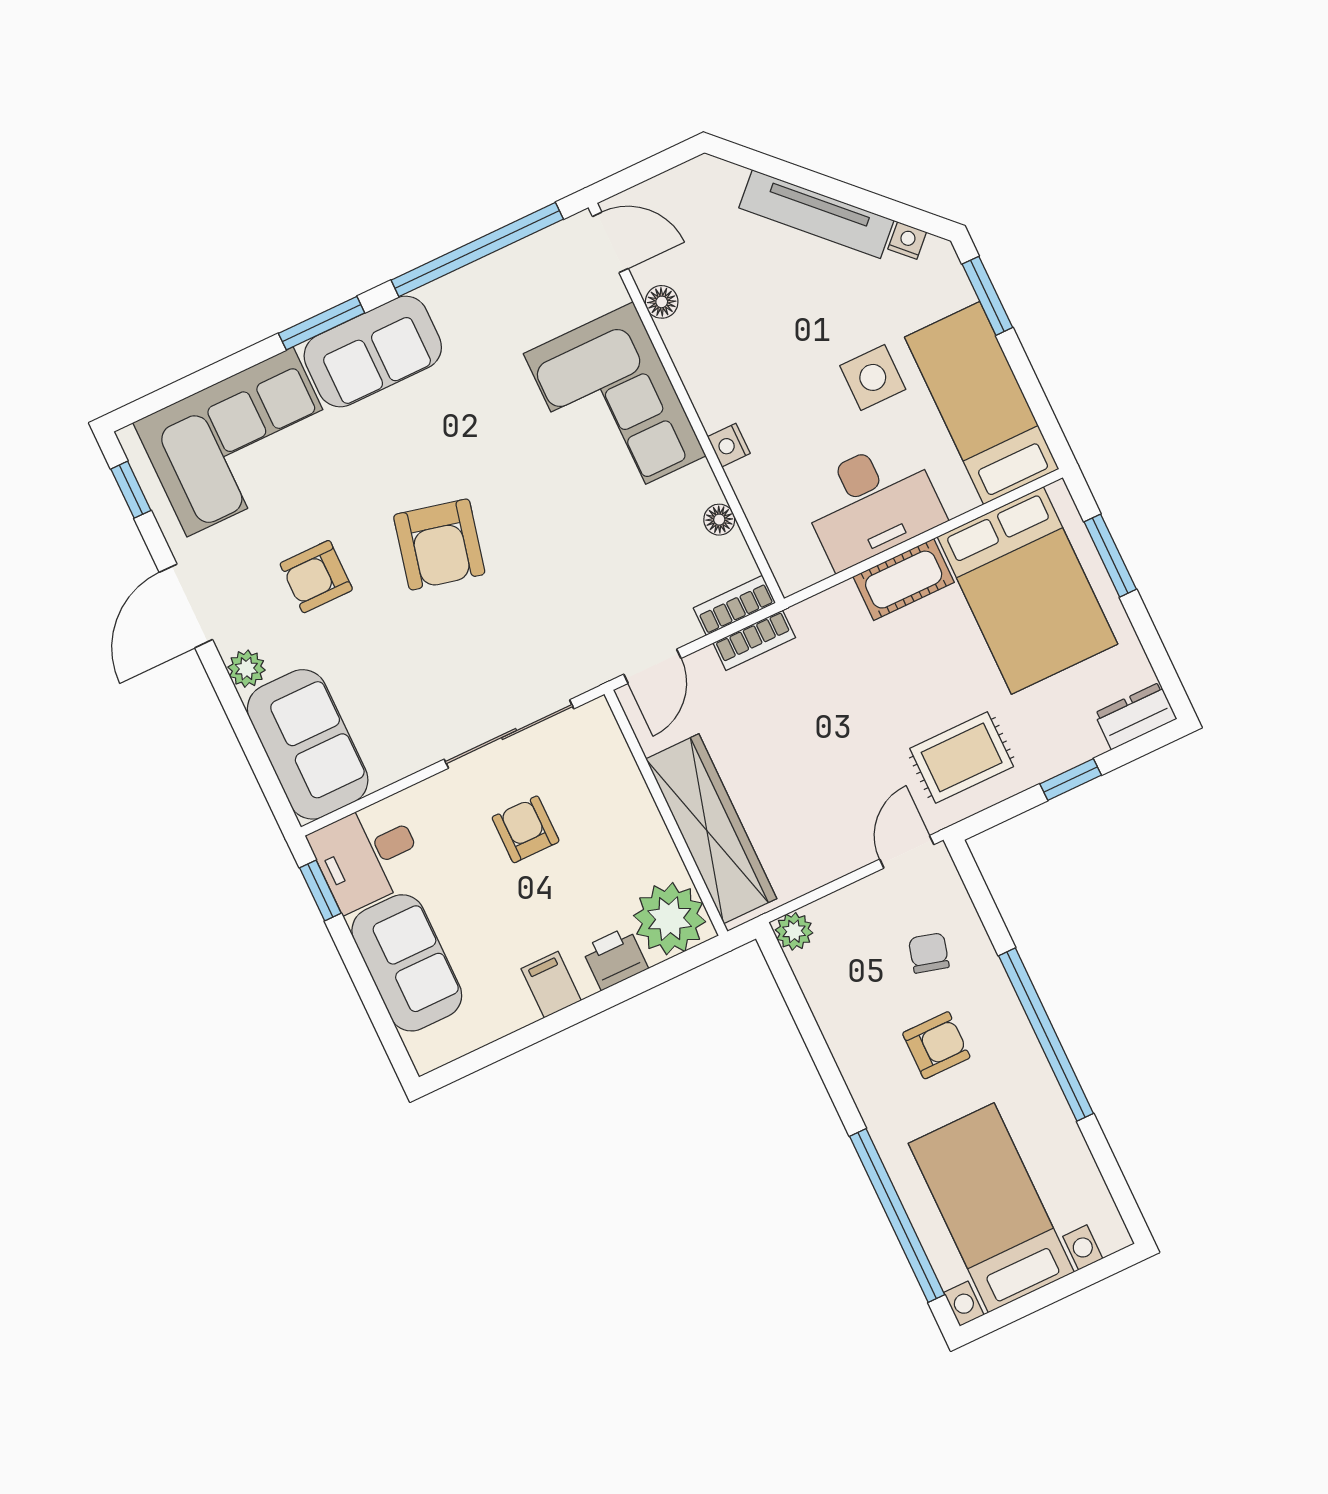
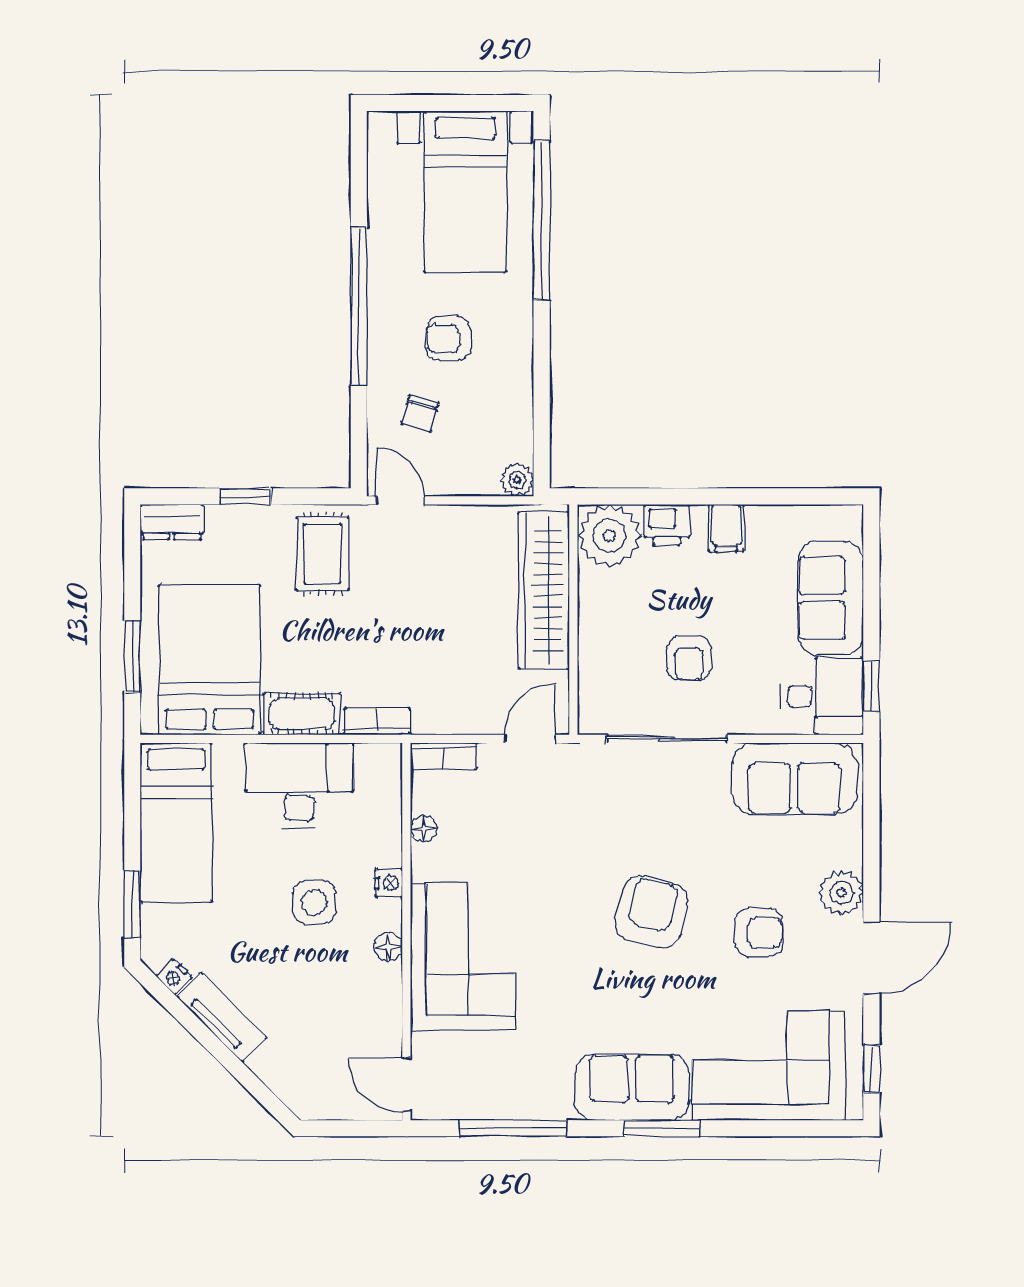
tv unit: (816, 214) -> (222, 1018), width x0.71
window: (477, 250) -> (513, 1128), width x0.68
floor lamp: (662, 302) -> (388, 947), moved
side table: (873, 377) -> (314, 902), moved
bookcase: (754, 640) -> (377, 722), moved
plant: (247, 669) -> (841, 893), width x1.38, depth x1.38
sofa: (308, 744) -> (794, 779), moved, turned -90
rug: (962, 757) -> (322, 554), turned 90
door: (907, 852) -> (400, 500), swing flipped

